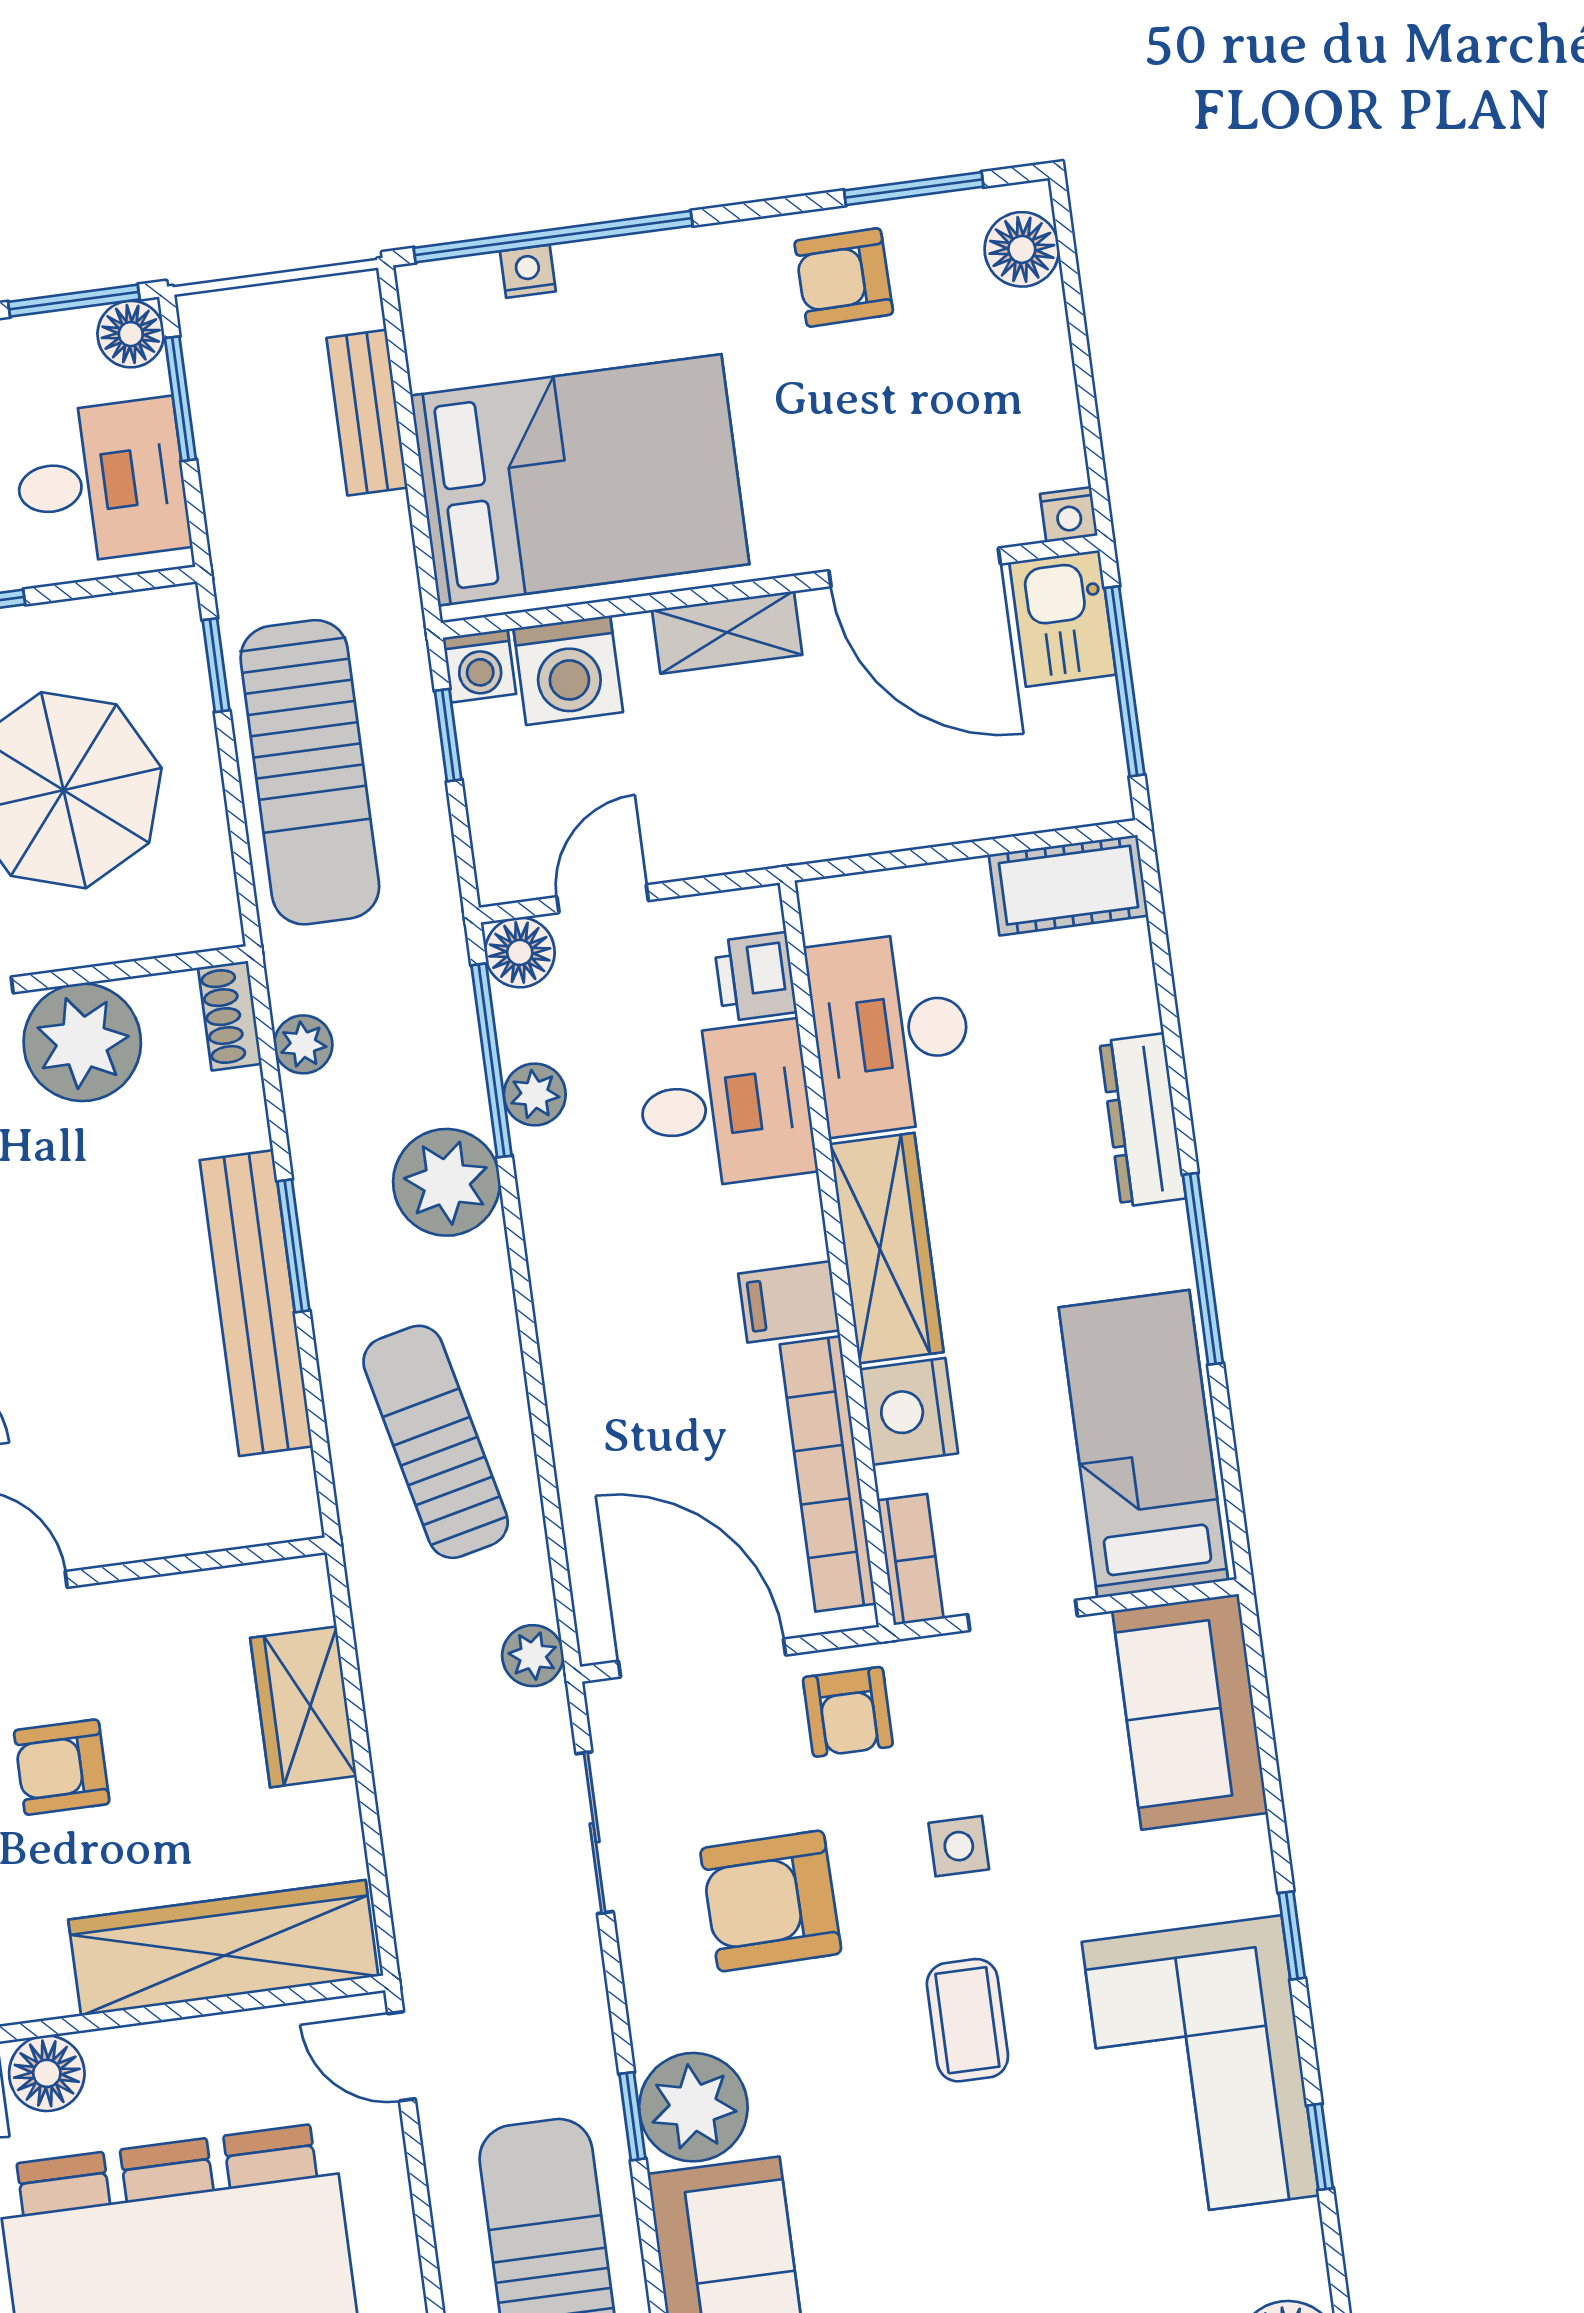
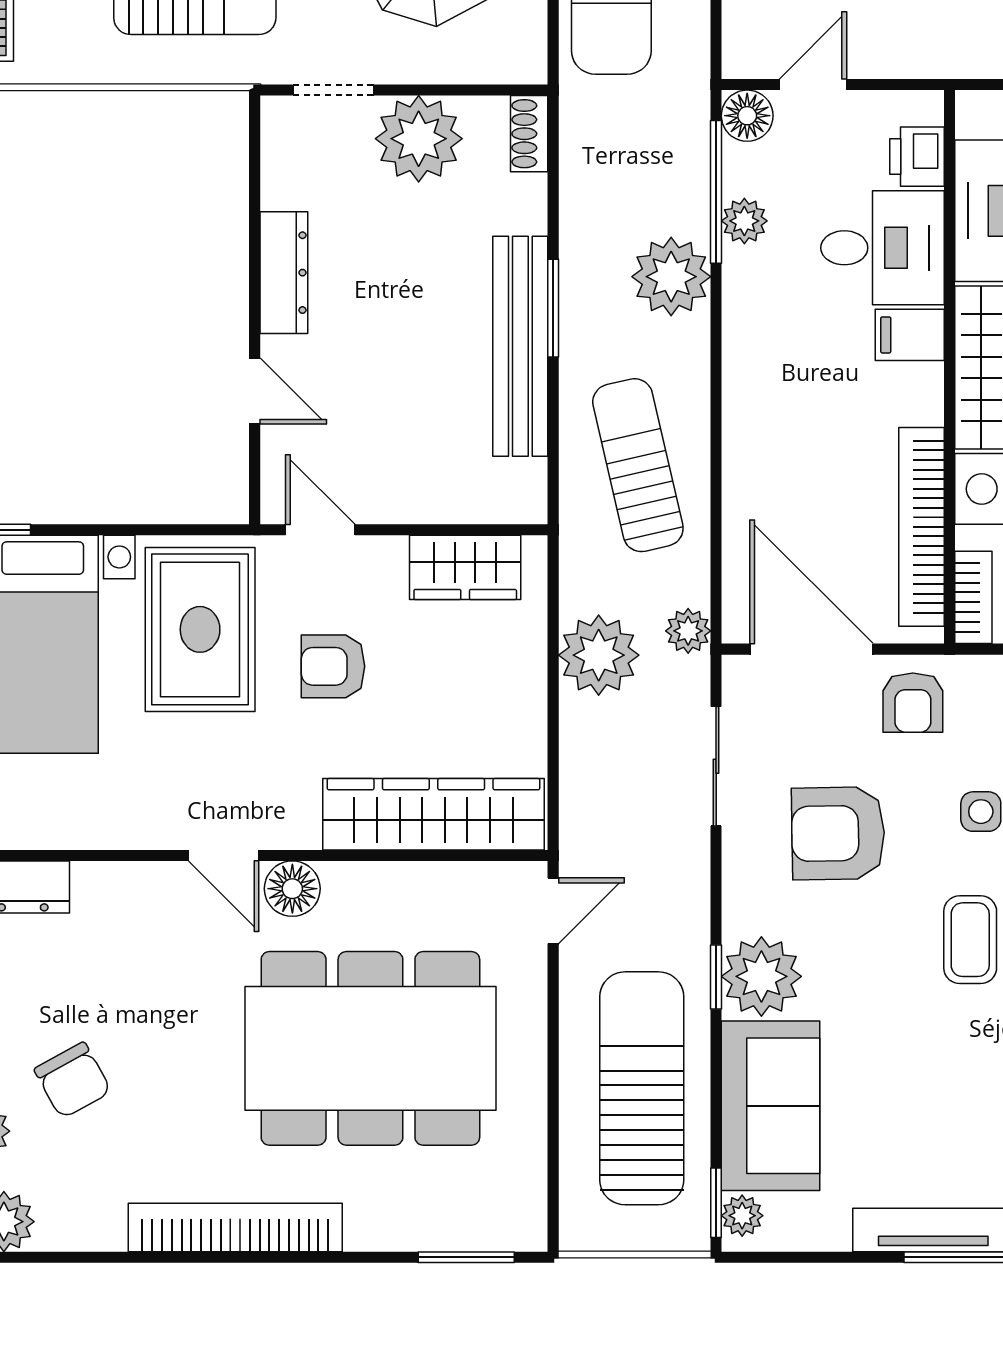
plant: (303, 1044) -> (599, 655), moved, width x1.88, depth x1.88
filing cabinet: (789, 1302) -> (910, 335), moved
wardrobe: (303, 1707) -> (465, 567), moved, turned -90
door: (402, 2056) -> (553, 911), swing flipped

